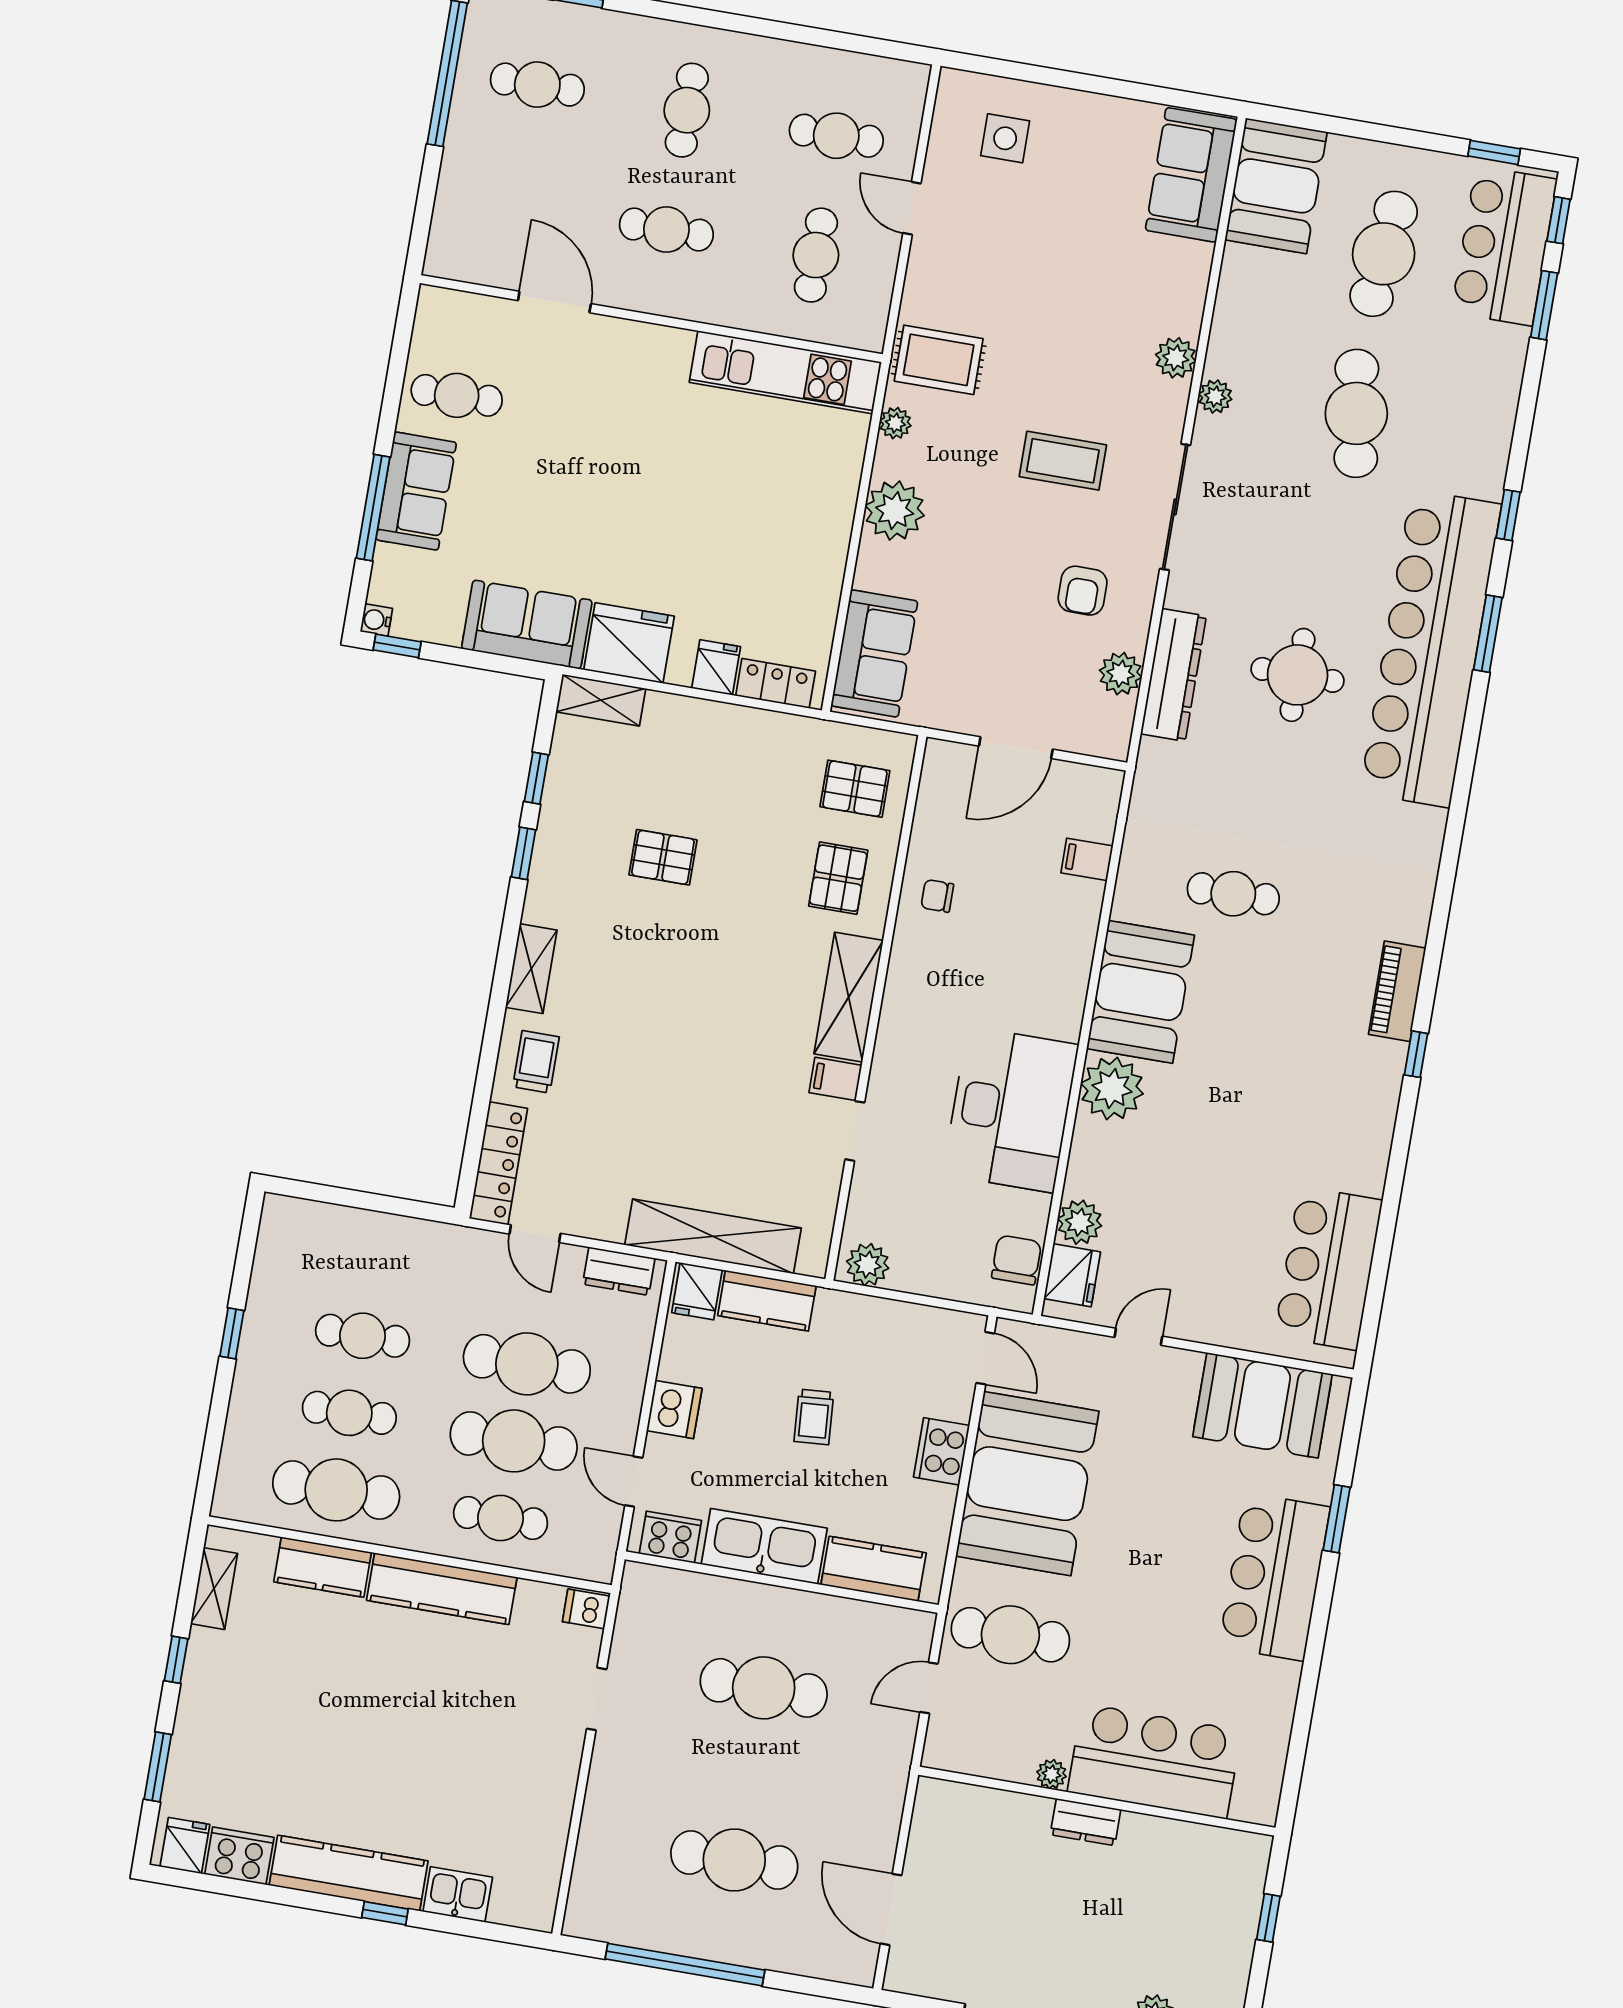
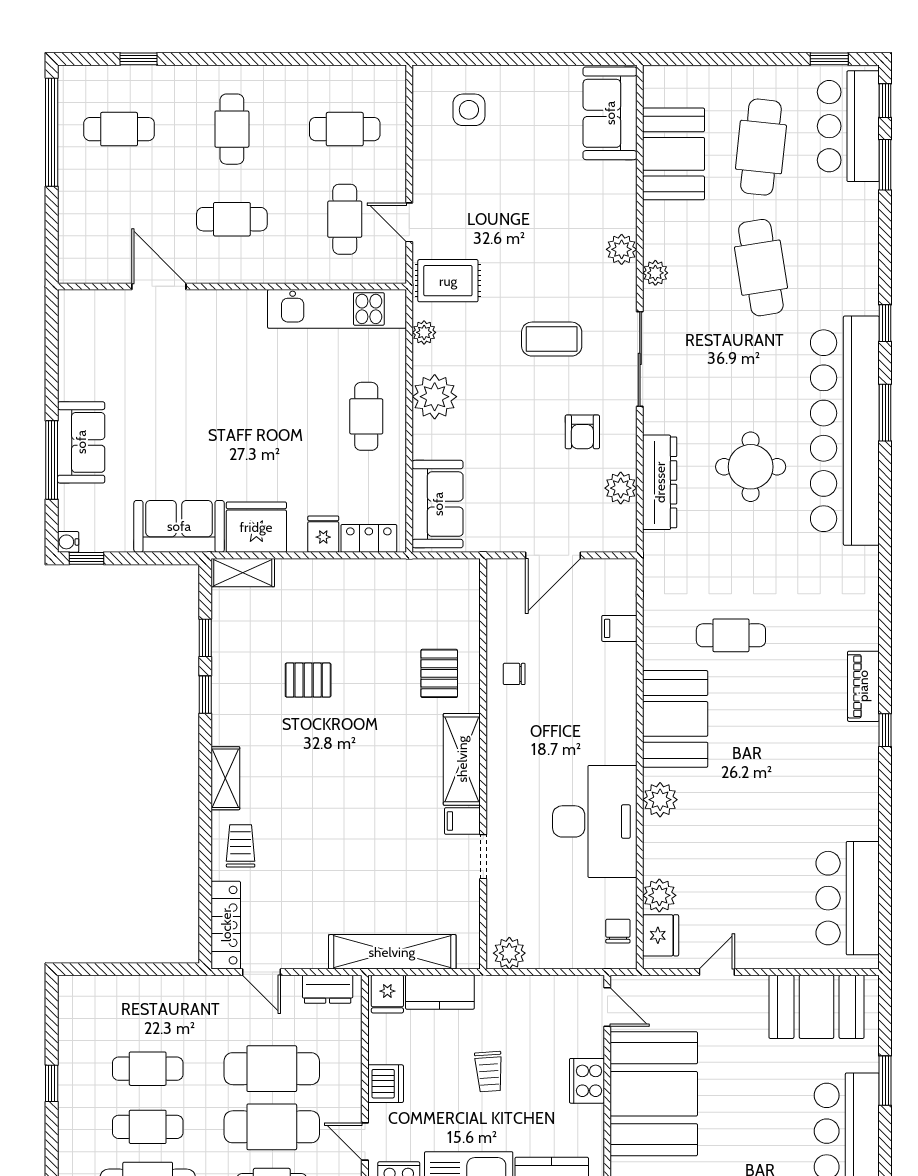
booth: (1276, 186) -> (674, 154), moved
door: (912, 208) -> (409, 222), moved
cafe table: (457, 395) -> (366, 416), moved, turned 90
pallet: (855, 789) -> (440, 606), removed
plant: (1112, 1089) -> (660, 800), width x0.73, depth x0.73
chair: (1017, 1260) -> (618, 931), width x0.73, depth x0.73

